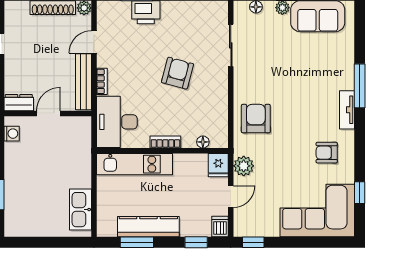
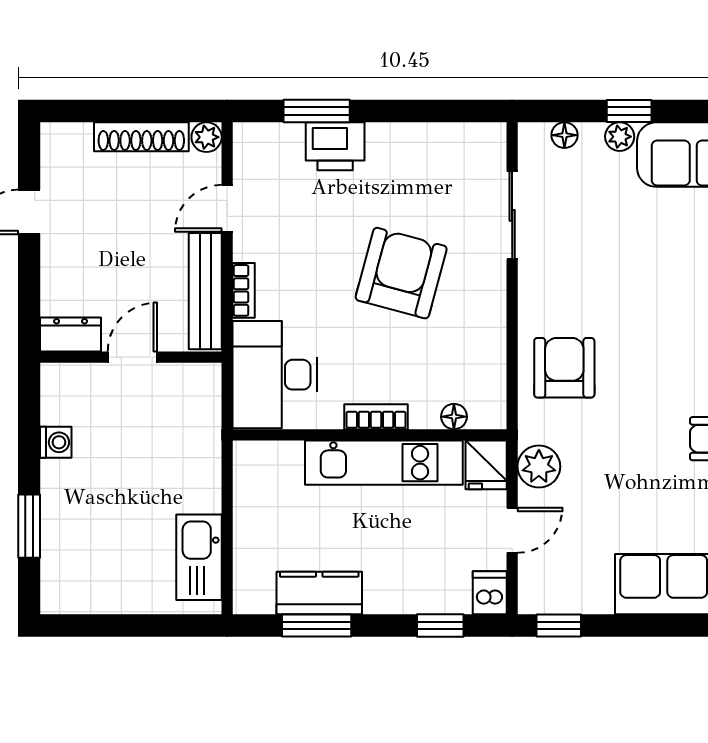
armchair: (177, 73) -> (401, 273), width x1.36, depth x1.36
washing machine: (12, 134) -> (56, 442), moved
kitchen unit: (134, 164) -> (384, 463), moved
kitchen counter: (148, 227) -> (319, 593), width x0.67

